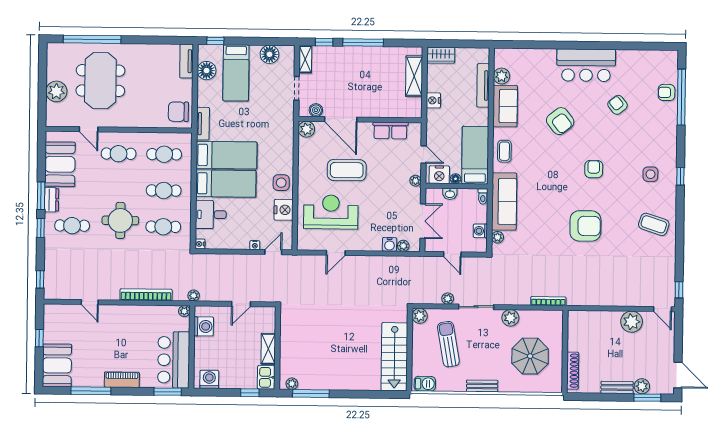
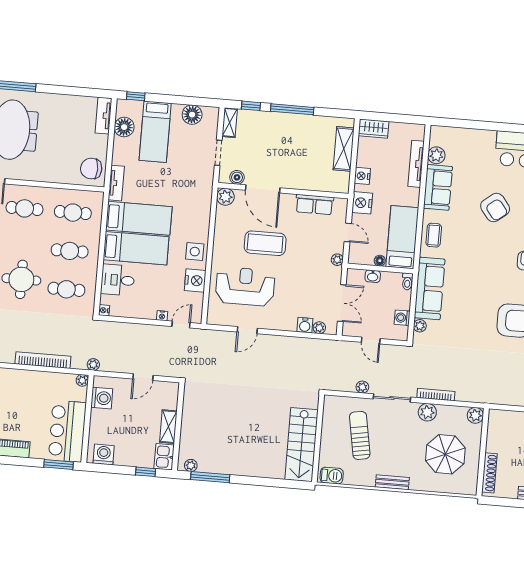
nightstand: (439, 175) -> (362, 203), moved, turned 90
bookcase: (548, 301) -> (436, 395), moved
plant: (420, 316) -> (475, 415), moved

